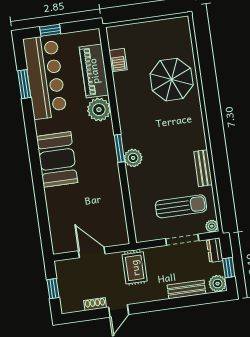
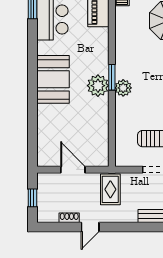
plant: (99, 110) -> (98, 86), moved

